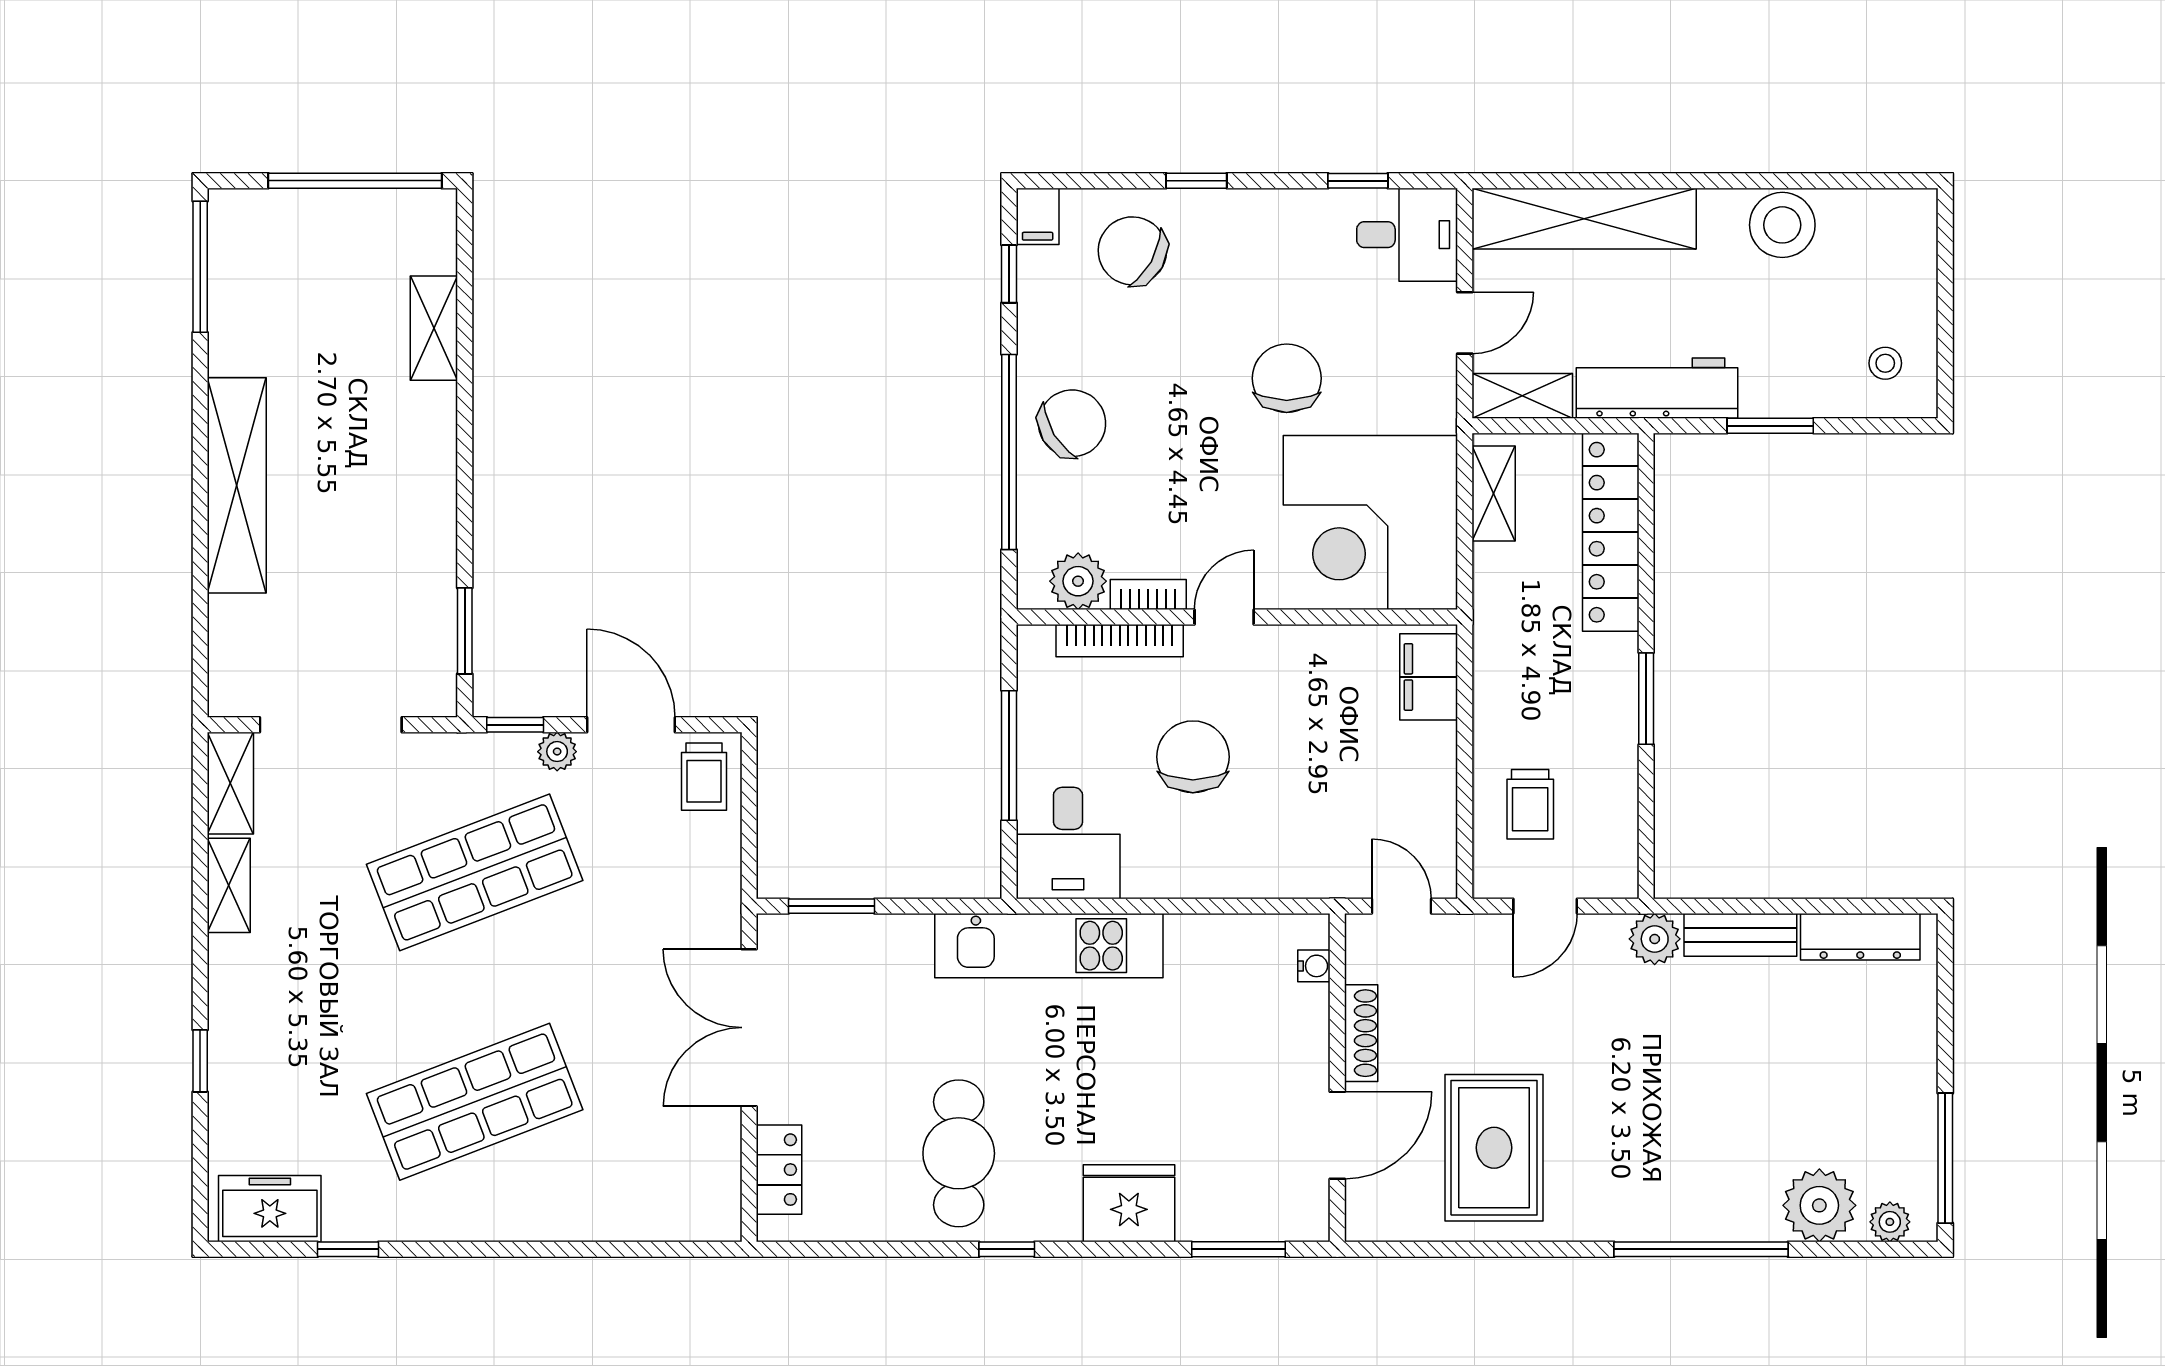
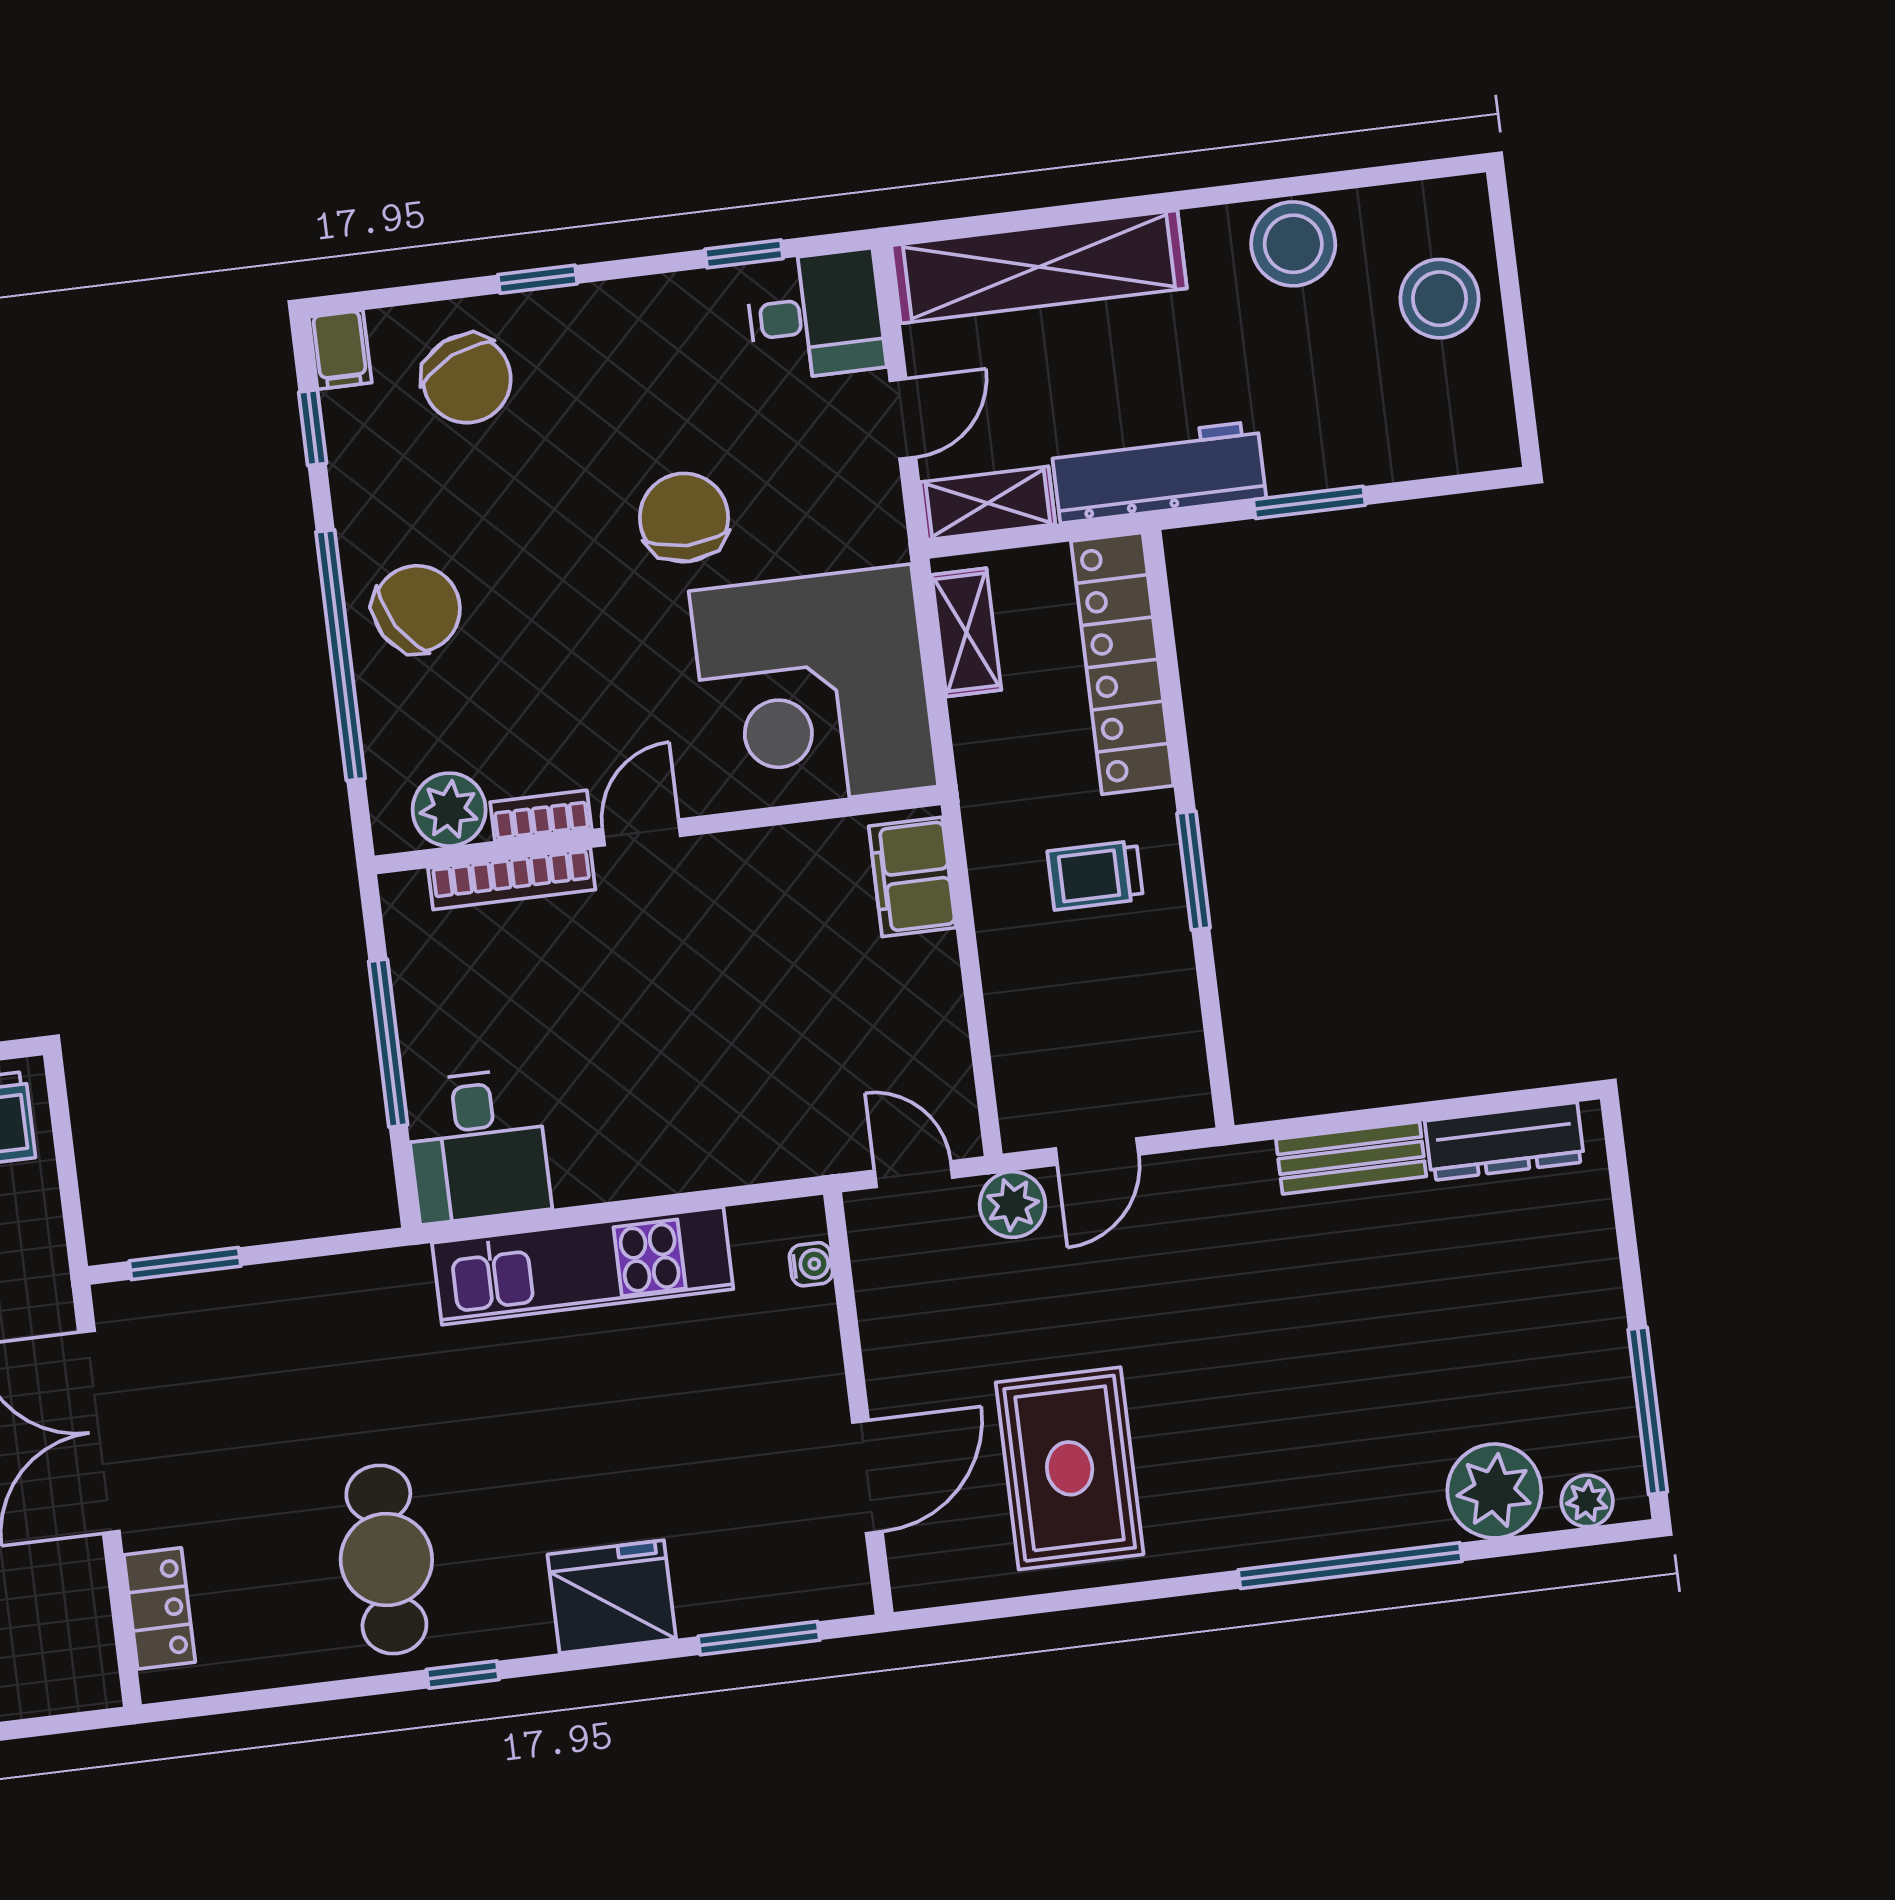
chair: (1132, 251) -> (467, 379), turned -144
stool: (1885, 363) -> (1440, 299), moved, width x1.89, depth x1.89
chair: (1193, 757) -> (624, 1016), removed
trolley: (1530, 804) -> (1095, 875), moved, turned 90
plant: (1655, 939) -> (1013, 1205), moved
kitchen unit: (1049, 946) -> (583, 1266), moved
shoe rack: (1361, 1033) -> (882, 1343), removed

